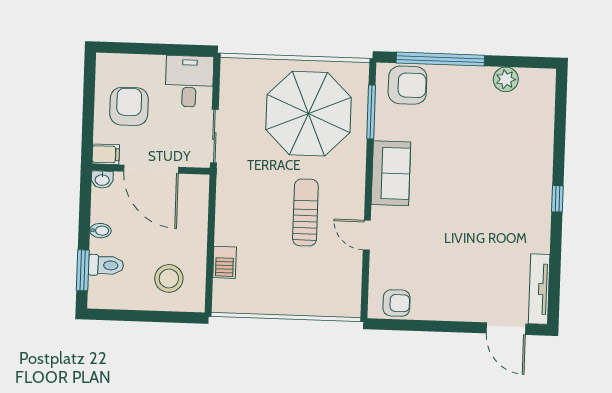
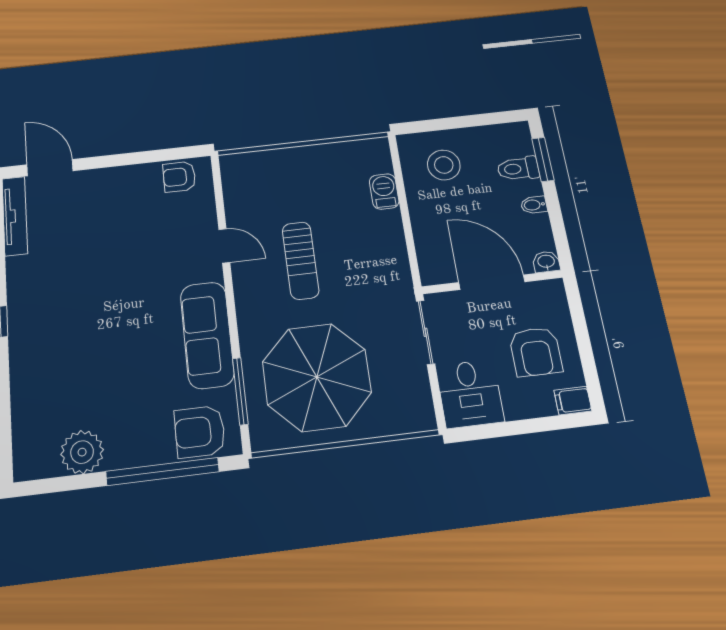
plant: (506, 79) -> (82, 452), width x1.36, depth x1.36
filing cabinet: (106, 154) -> (573, 401), moved
sofa: (391, 173) -> (207, 335), width x1.36

